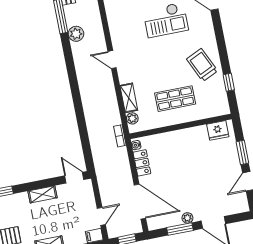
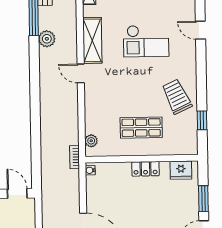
shelving: (129, 98) -> (92, 40), moved, width x1.50, depth x1.33
locker: (142, 163) -> (146, 169), moved, turned 90

